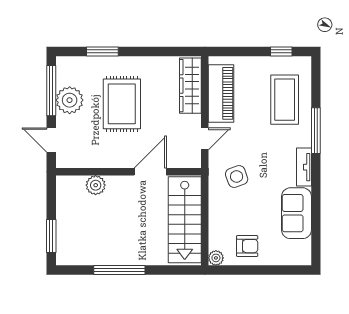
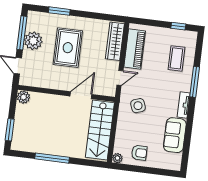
coffee table: (285, 100) -> (176, 58), width x0.73, depth x0.76
plant: (96, 185) -> (23, 97), moved

